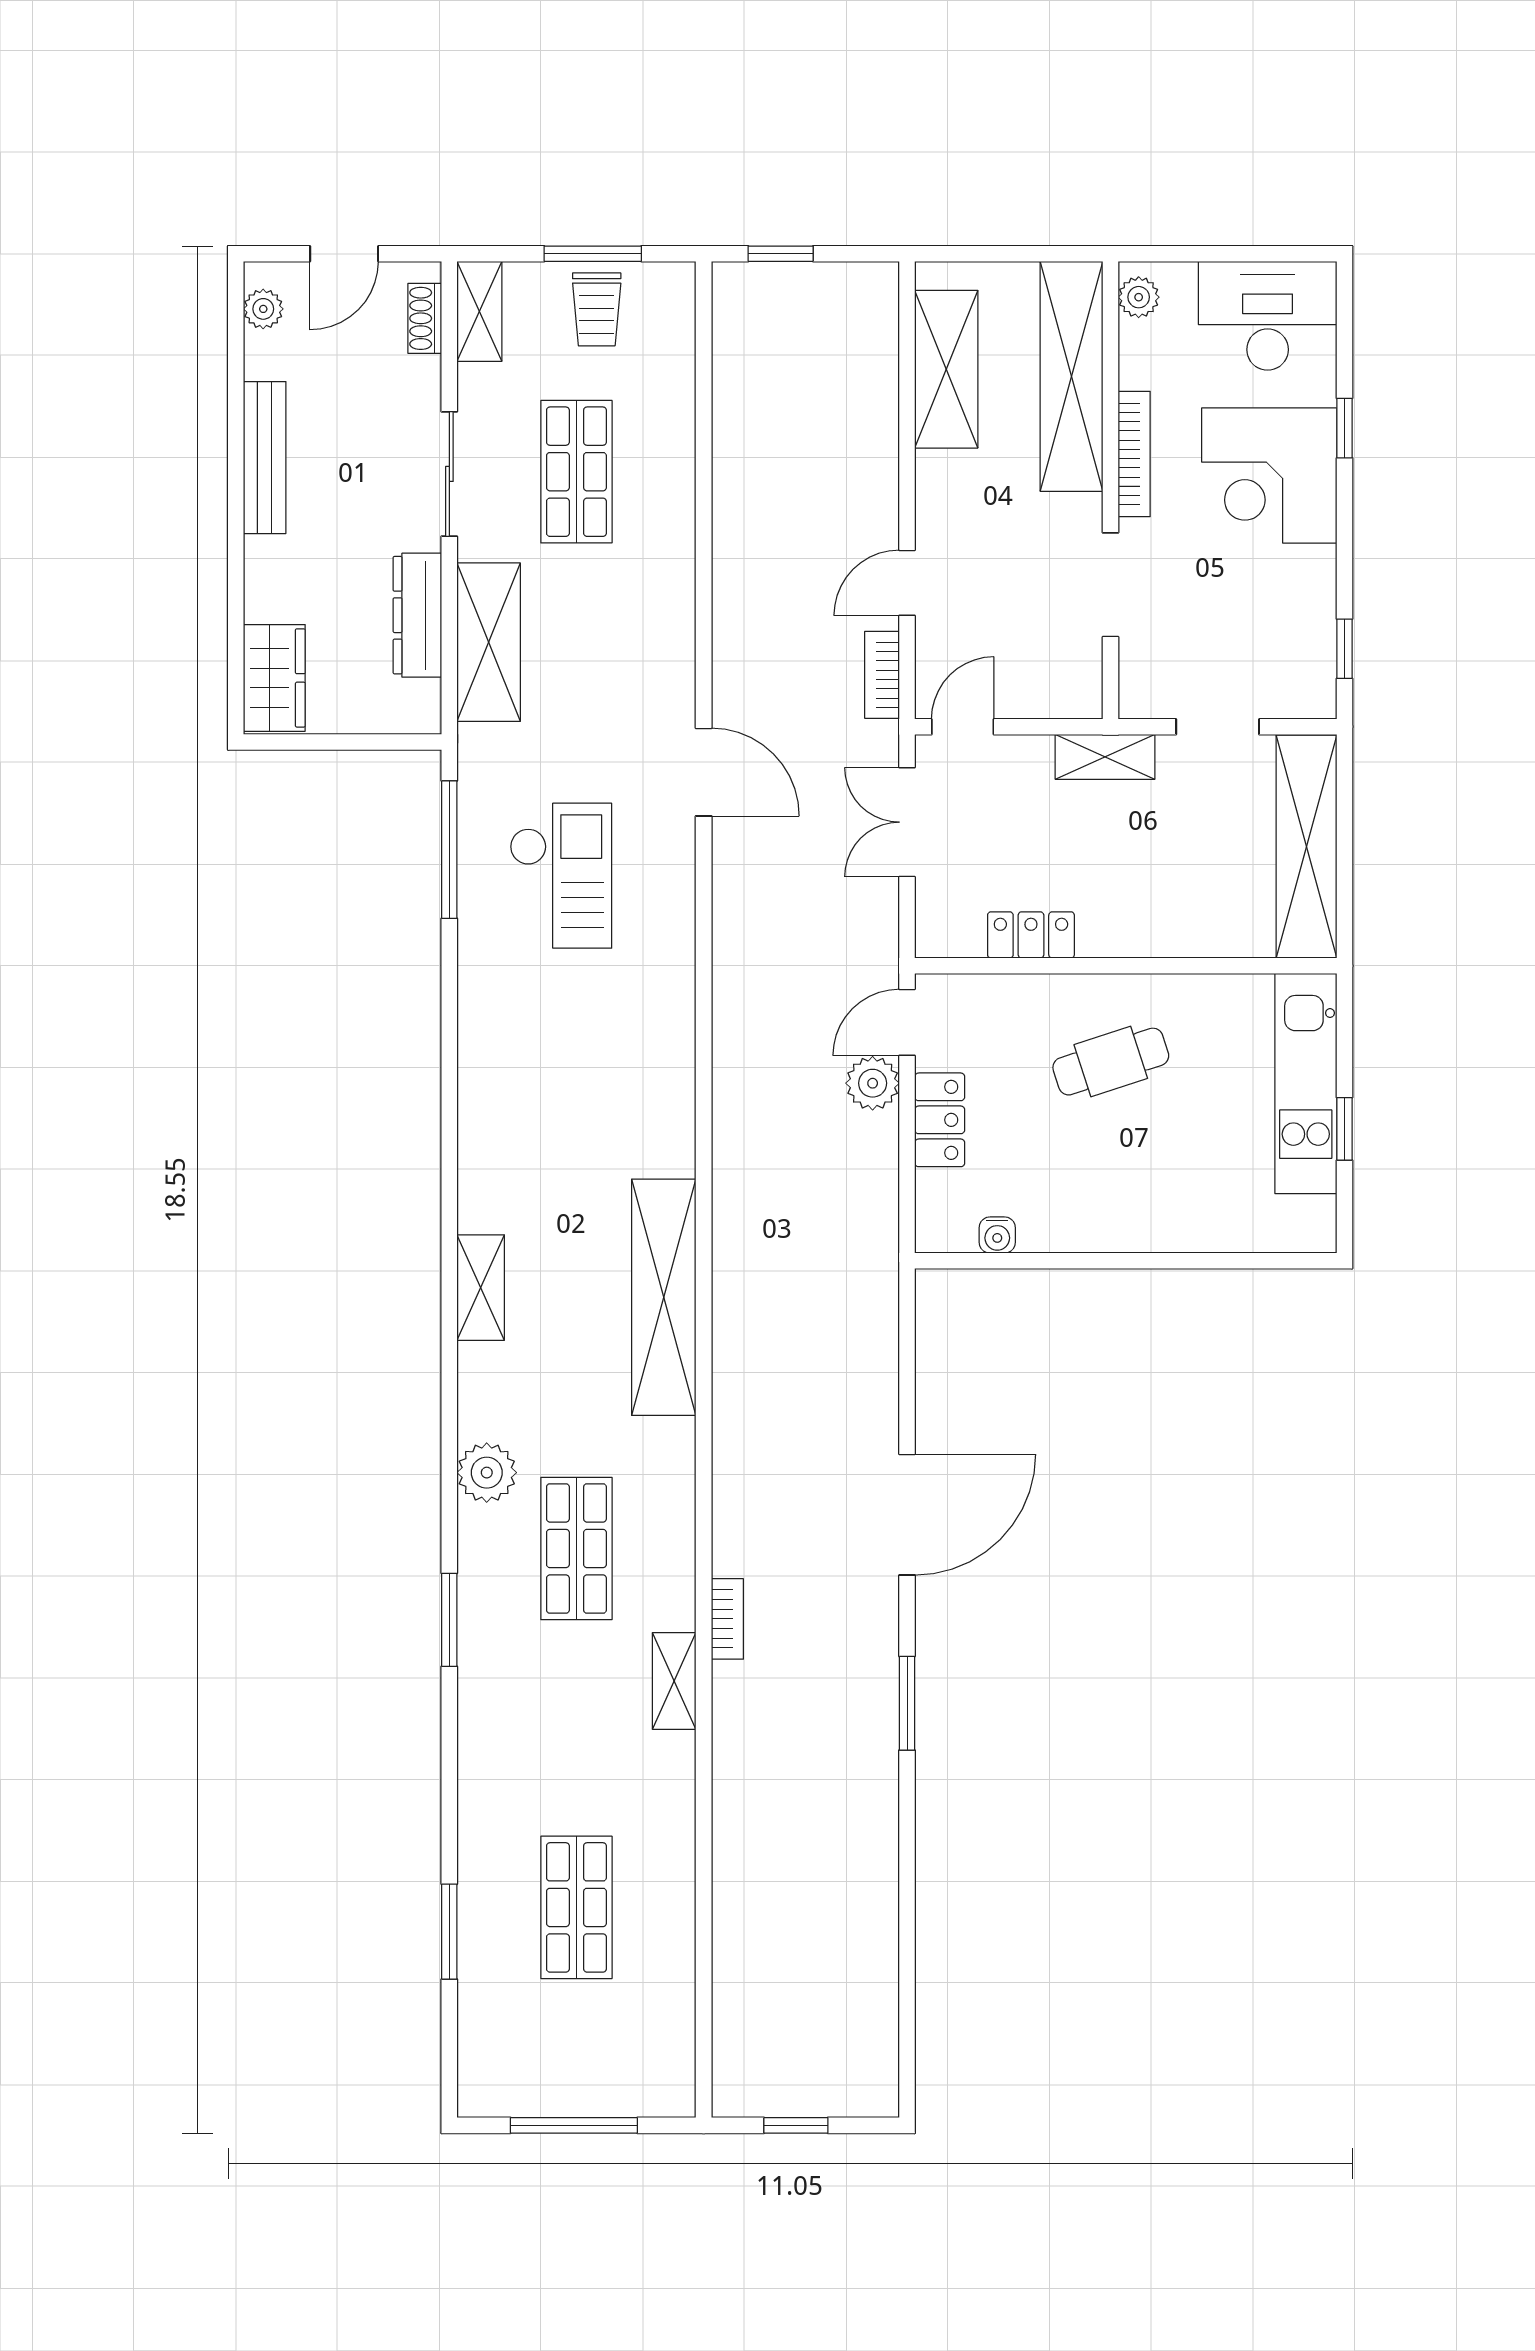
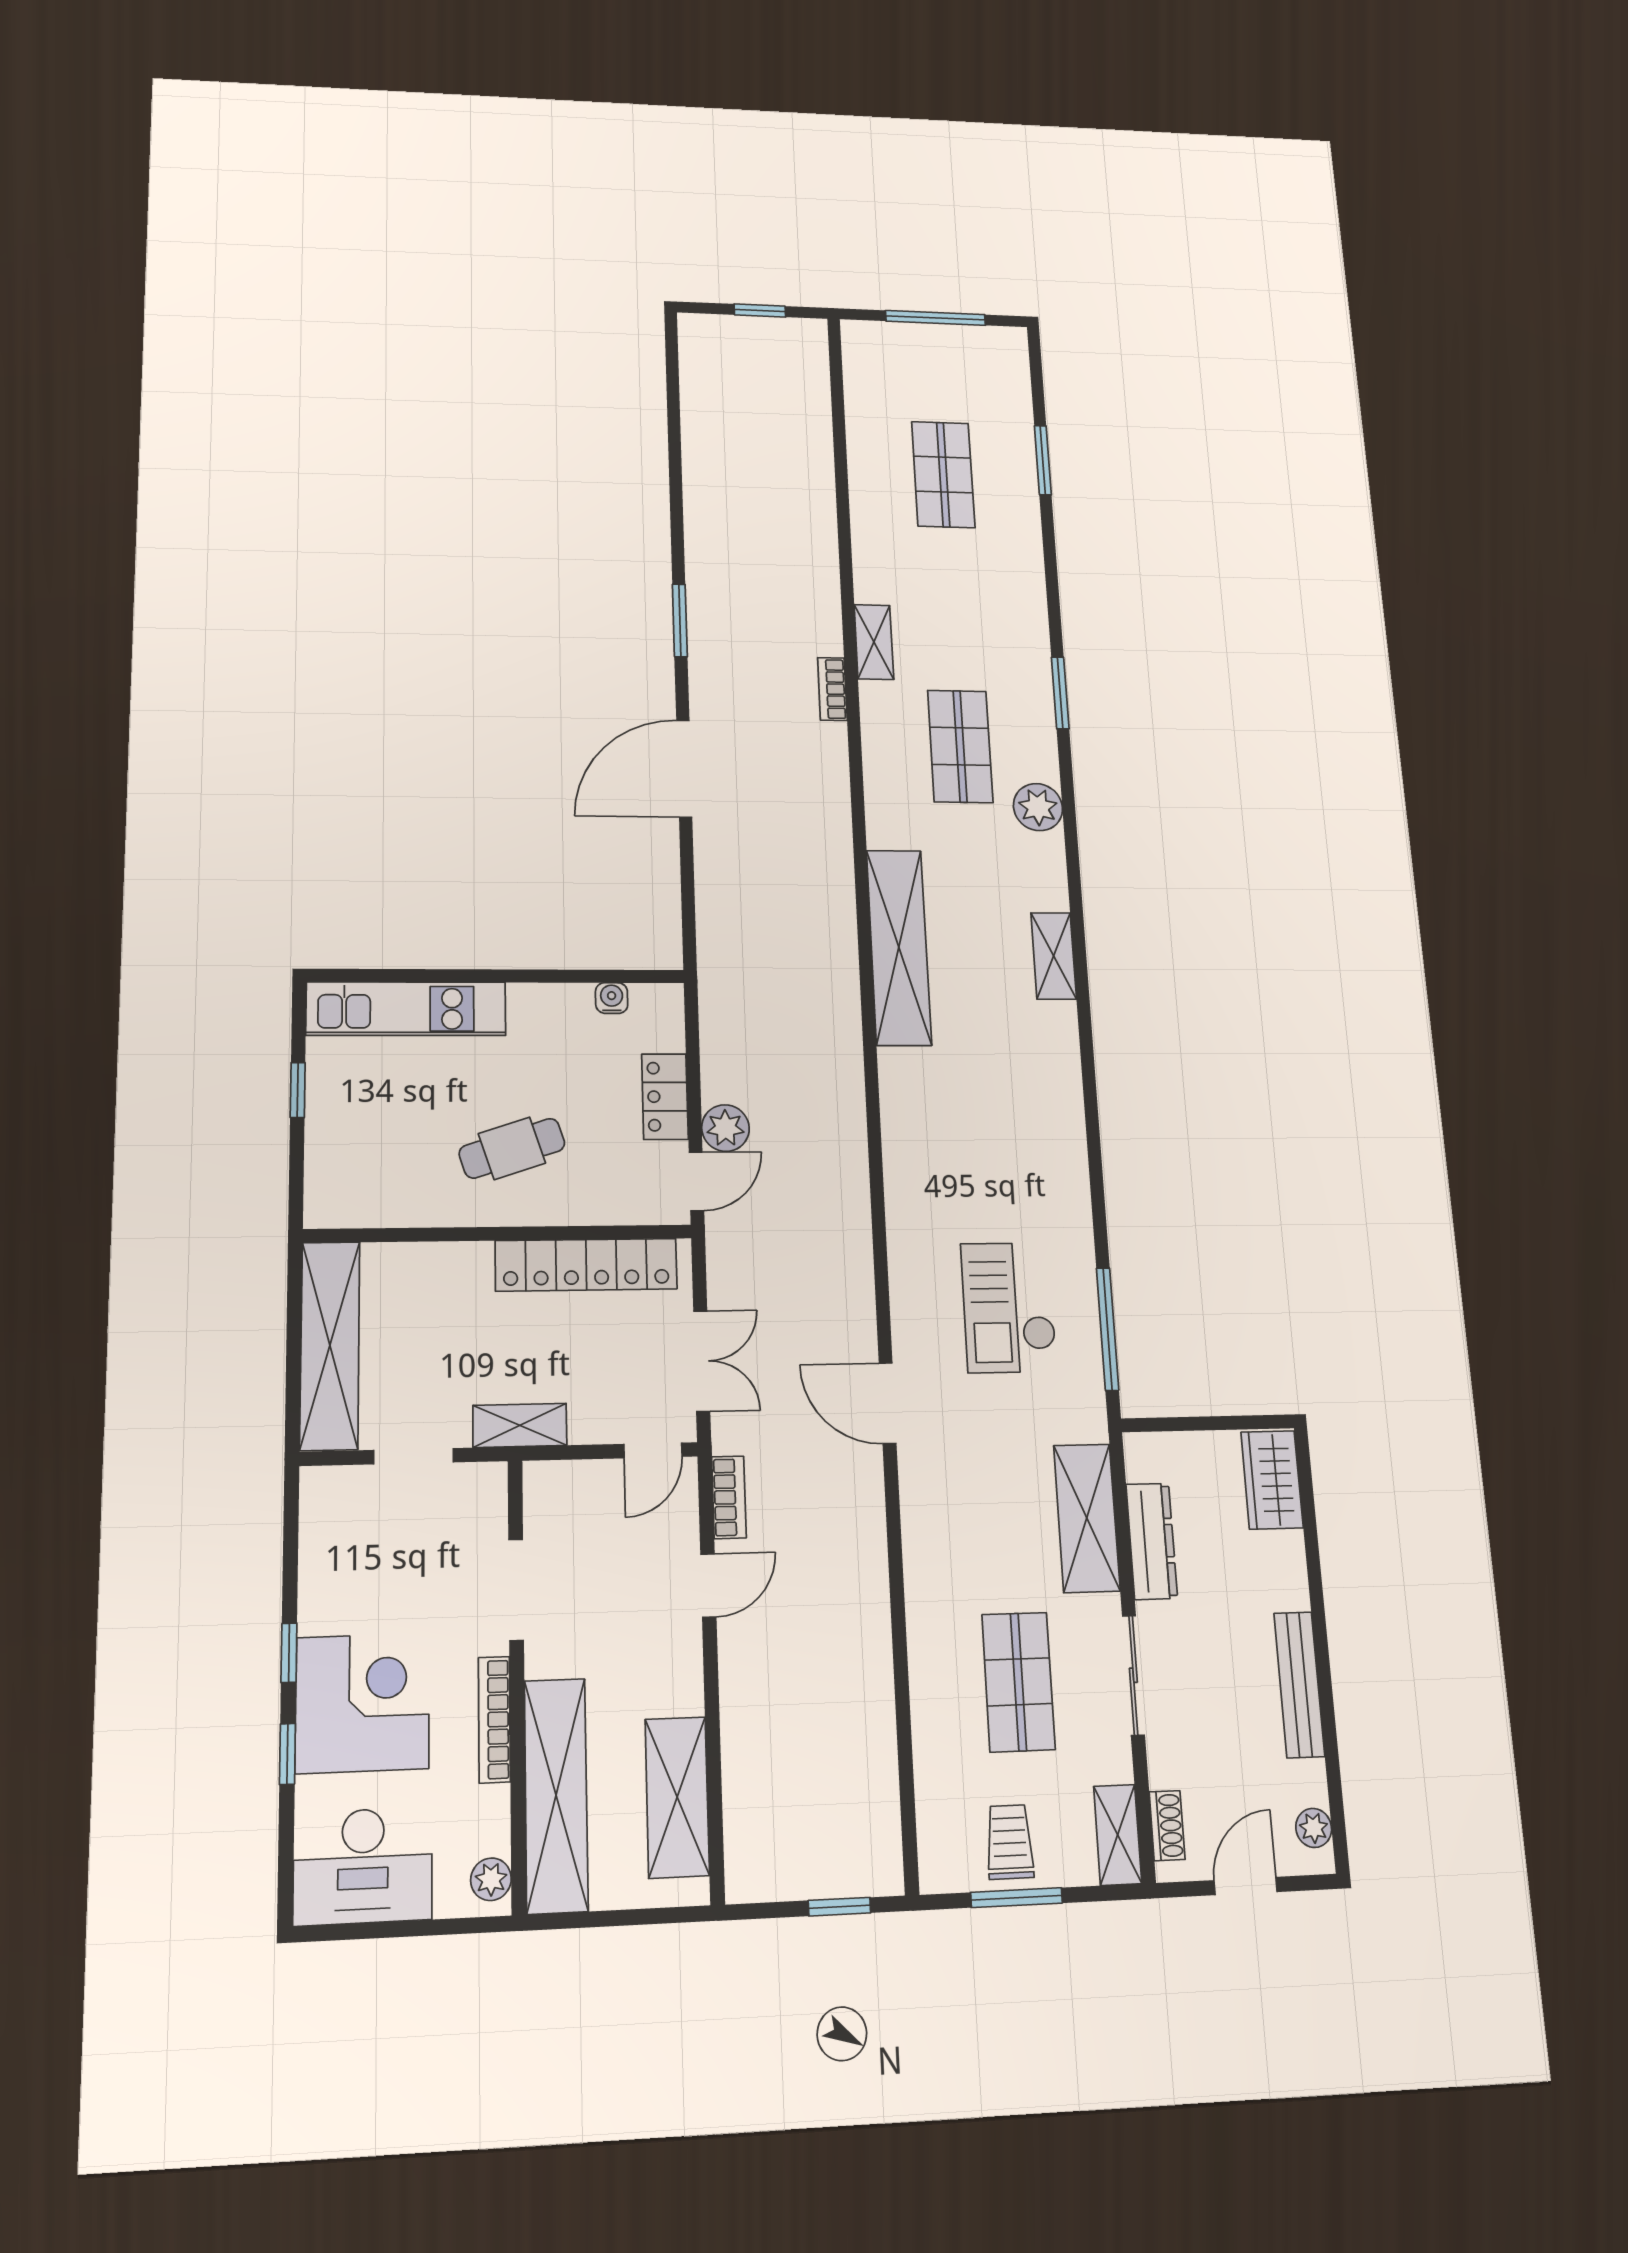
window: (1344, 649) -> (289, 1653), moved
locker: (1031, 935) -> (586, 1265), width x2.16, depth x1.21
kitchen unit: (1306, 1083) -> (406, 1009), moved, turned 90

